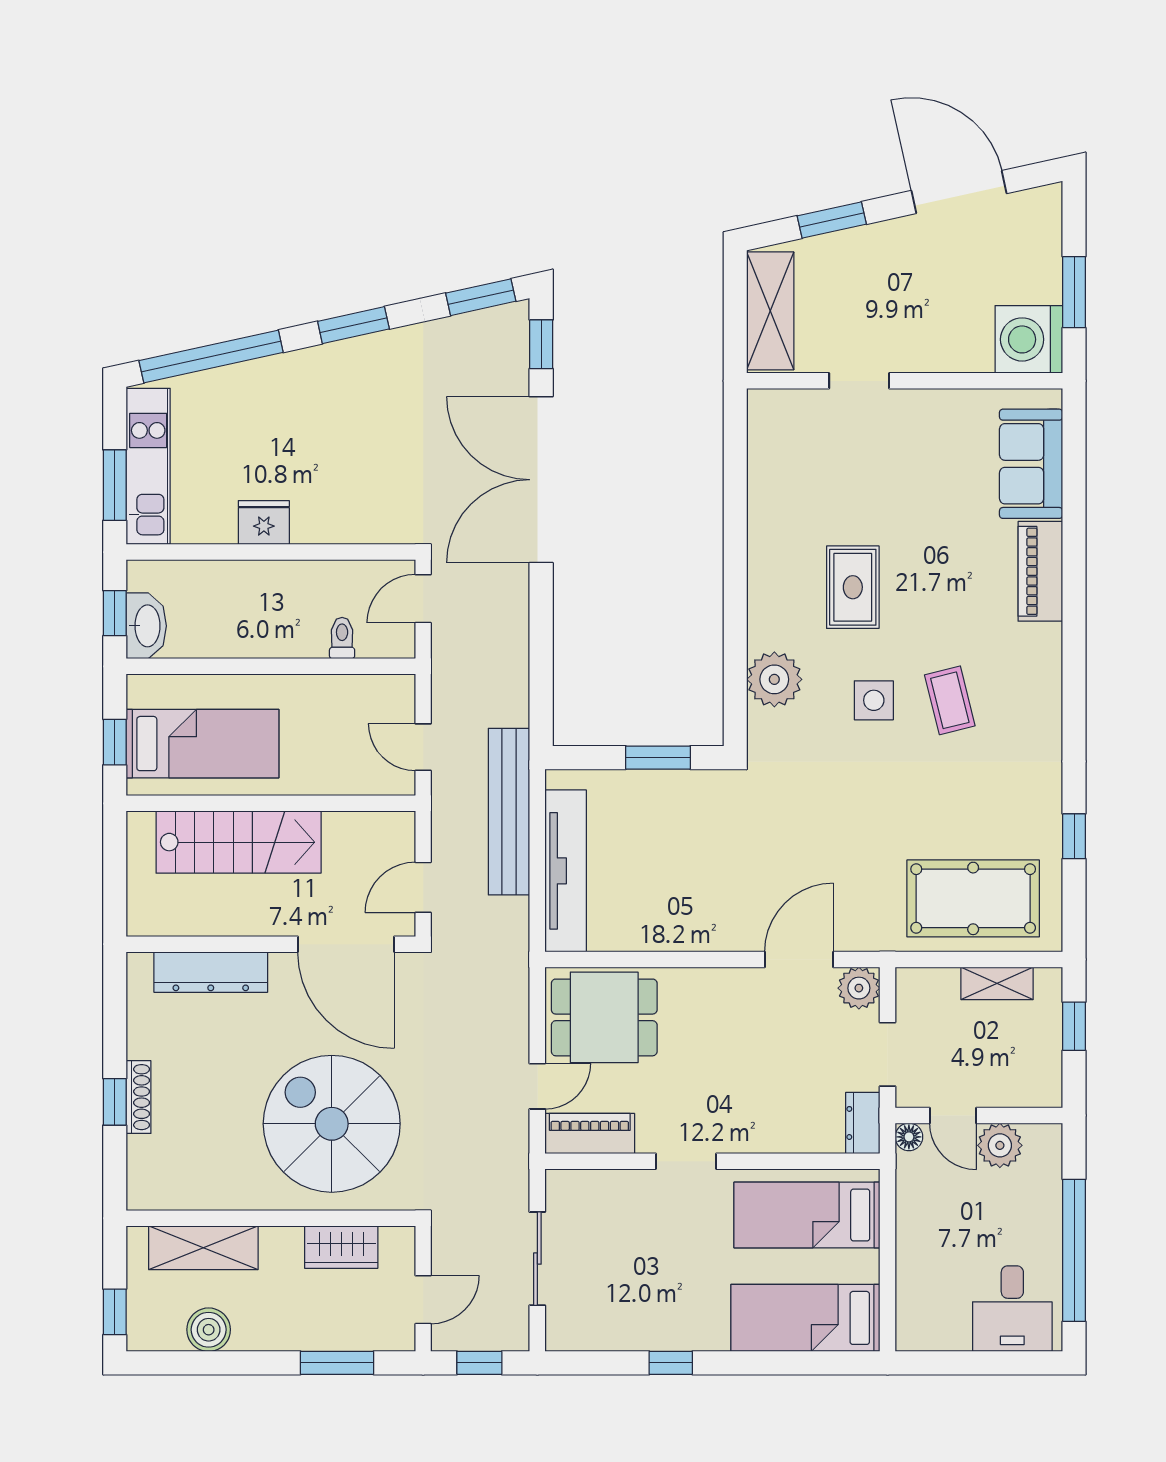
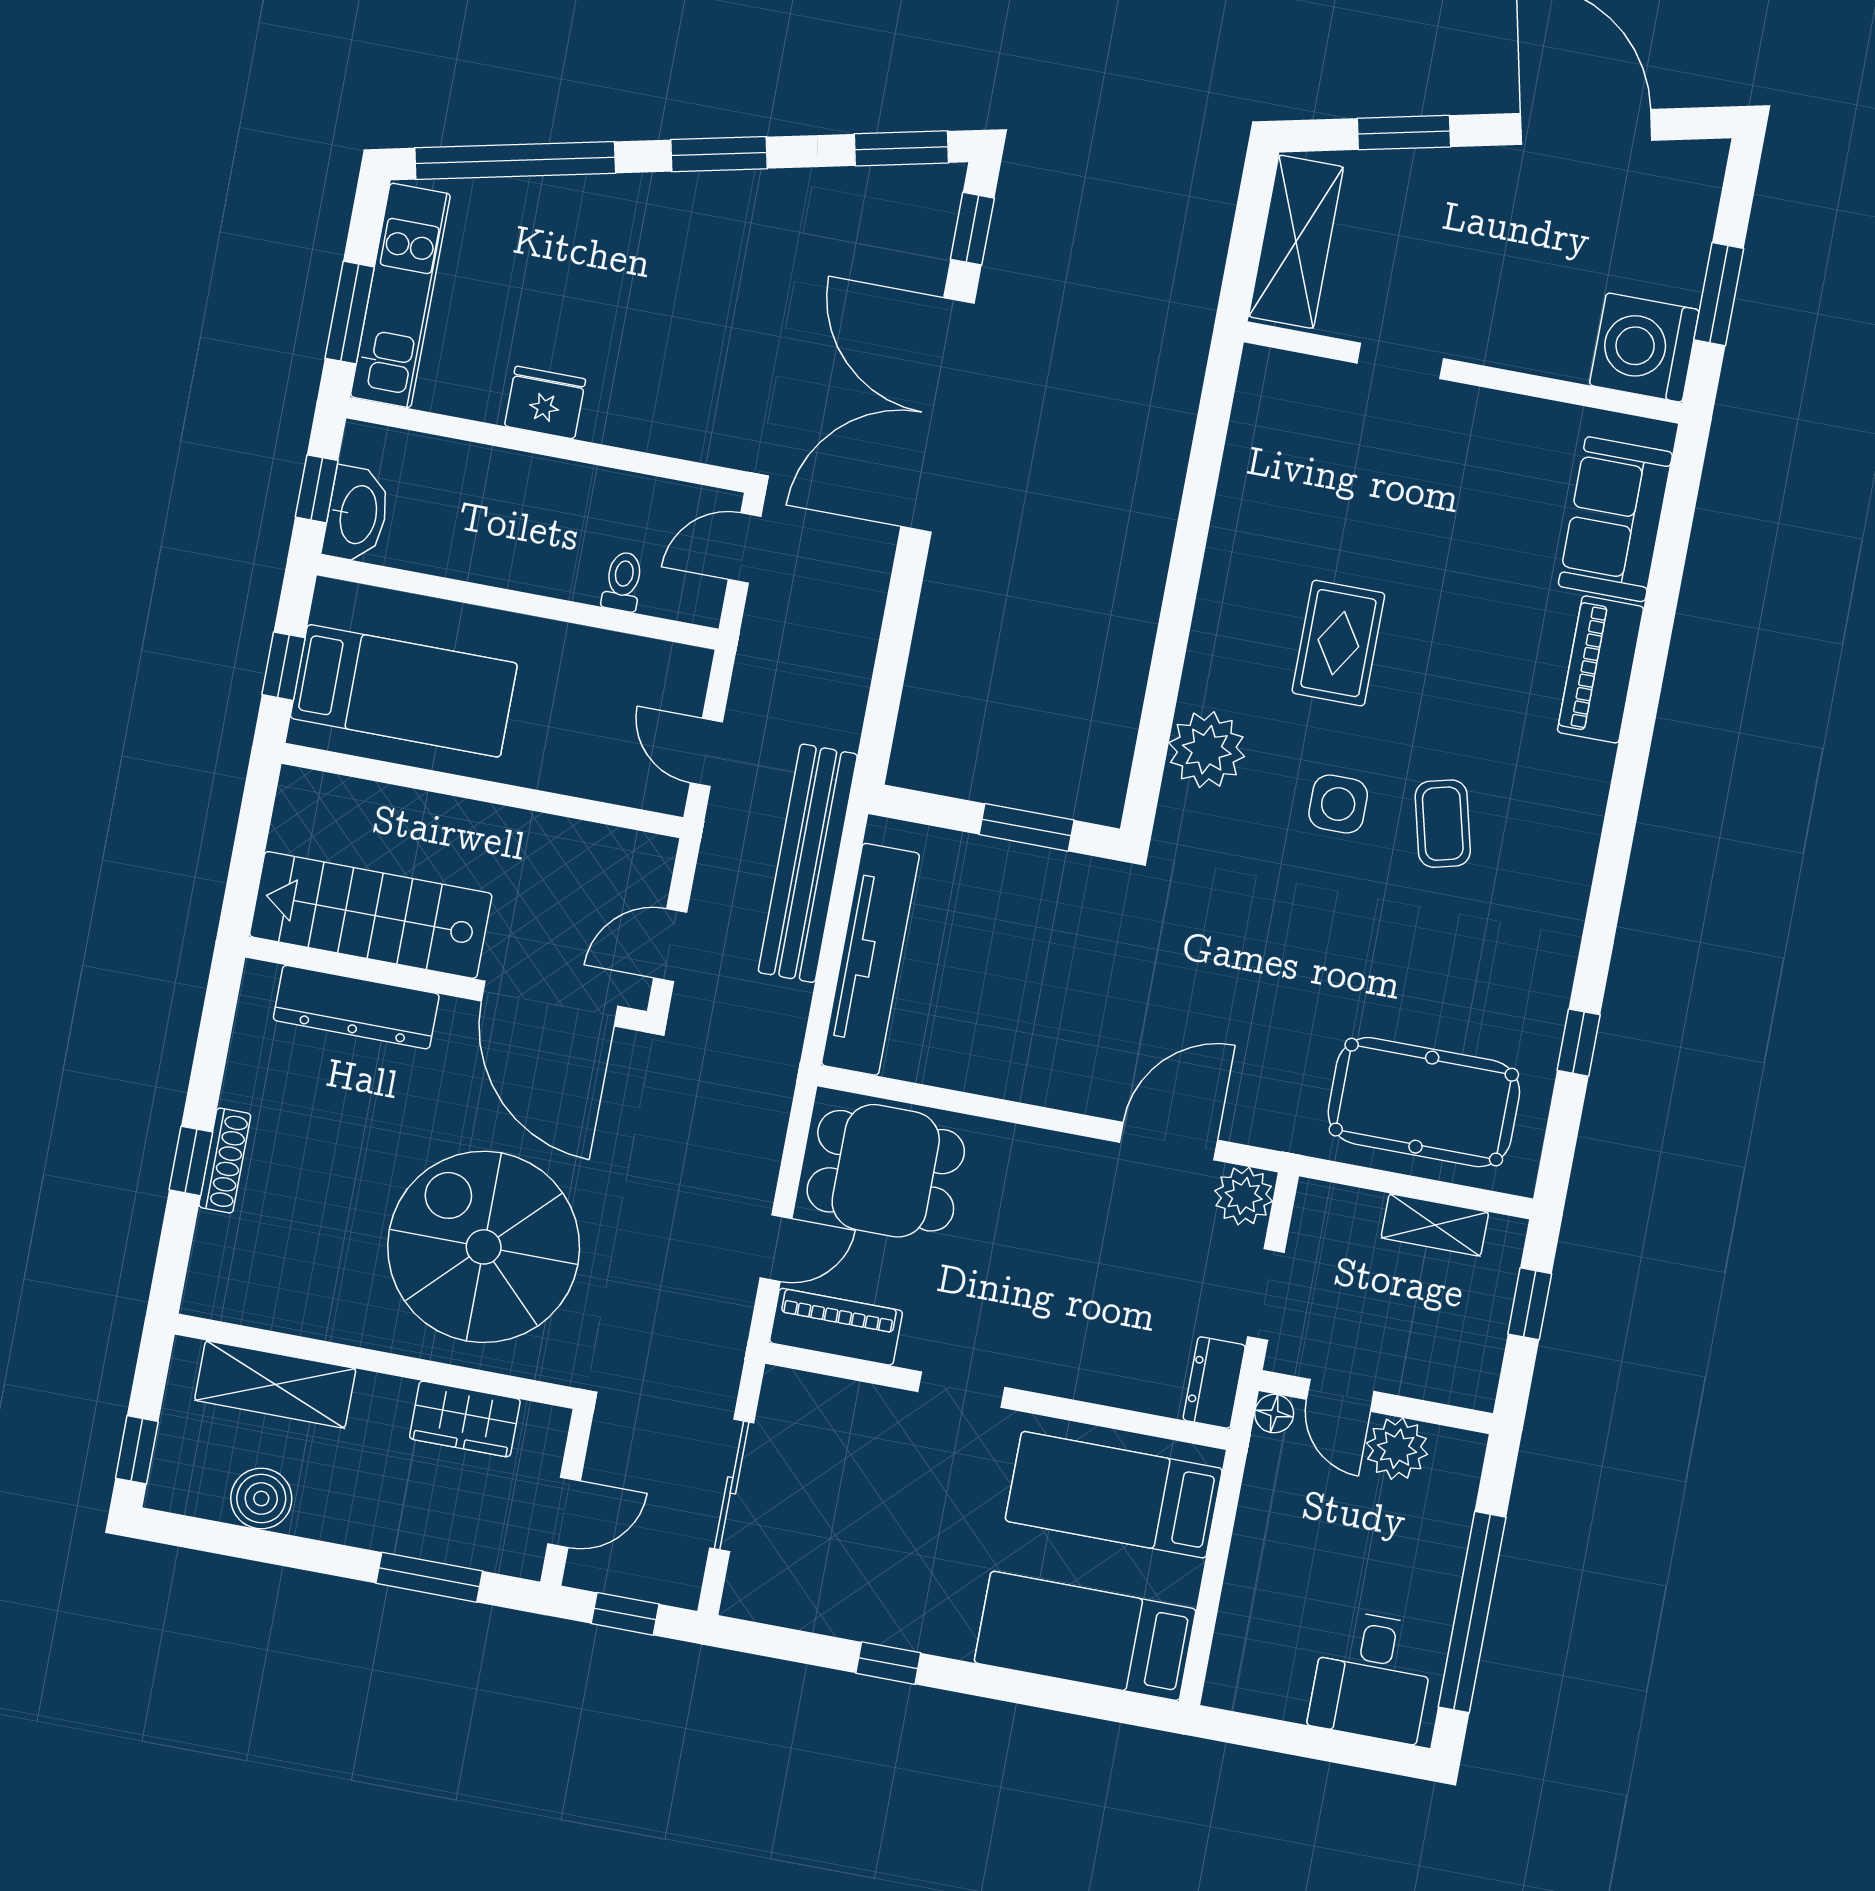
stairs: (239, 842) -> (371, 915), moved, turned 180

